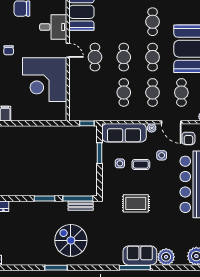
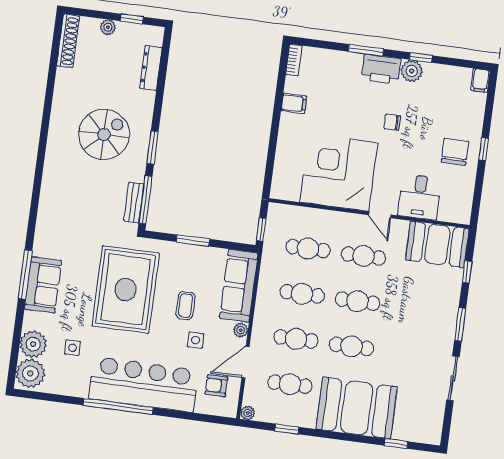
cafe table: (153, 22) -> (308, 249), moved
door: (68, 50) -> (380, 215), hinge flipped
window: (99, 153) -> (193, 240), moved
side table: (120, 163) -> (72, 348), moved
rug: (136, 203) -> (126, 289), width x1.86, depth x2.06
spiral stairs: (71, 240) -> (104, 135), moved
plant: (166, 257) -> (33, 344), moved
window: (56, 268) -> (42, 151), removed

